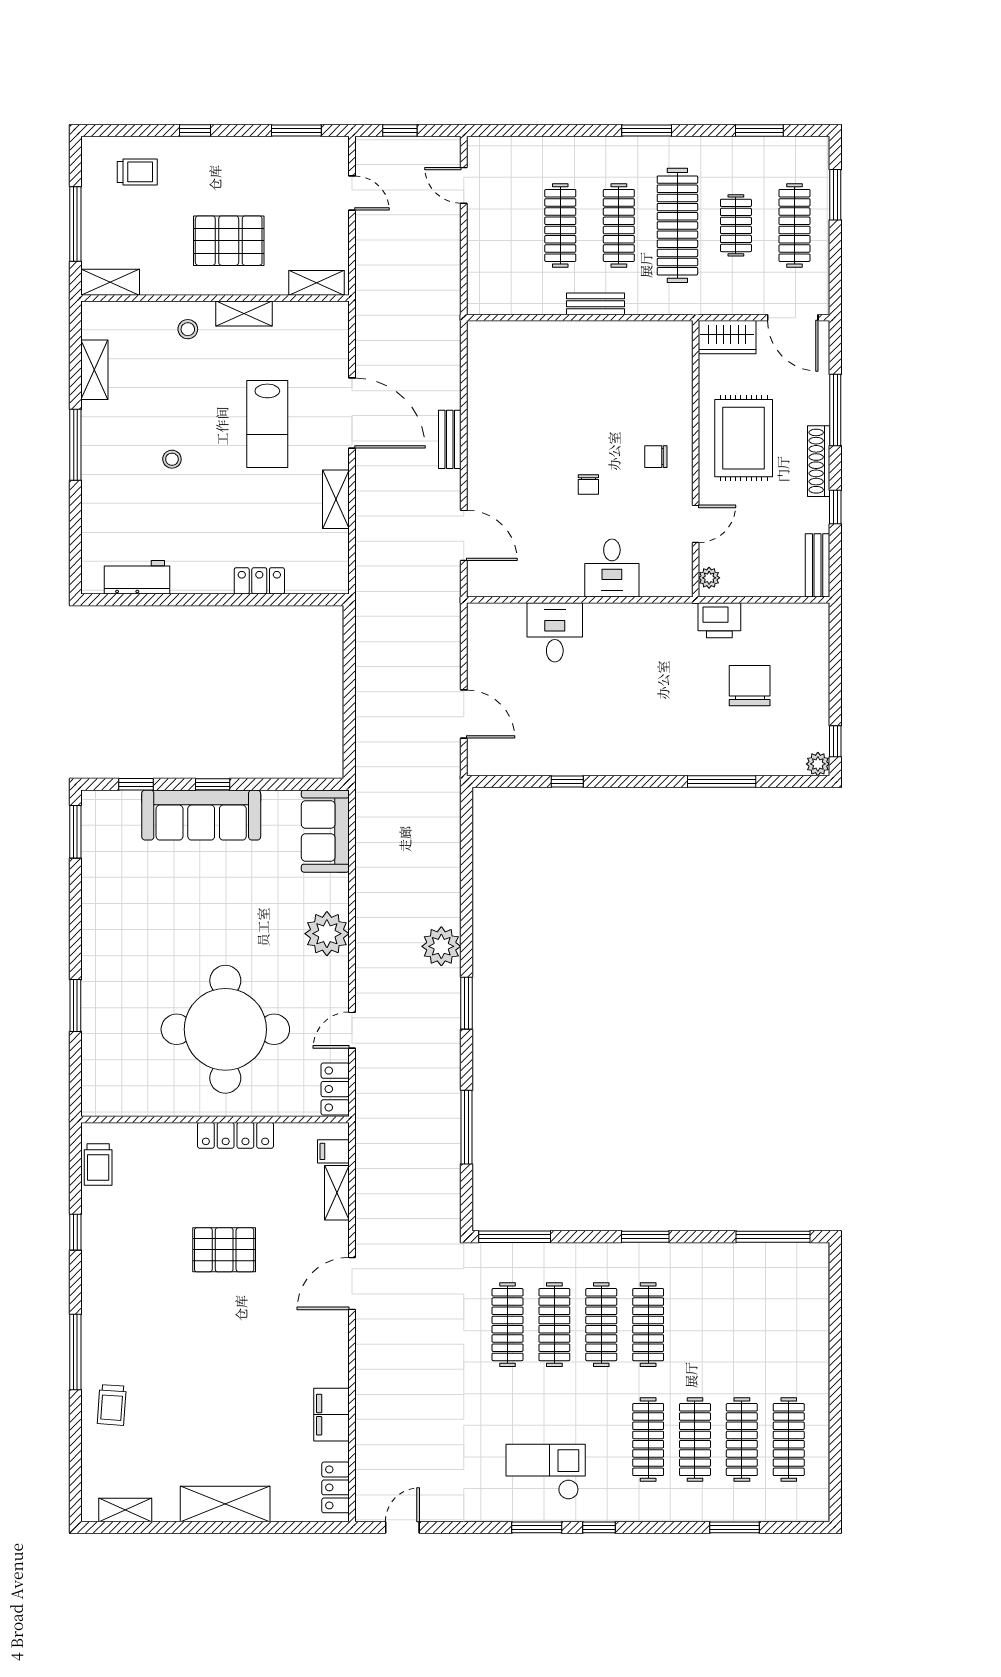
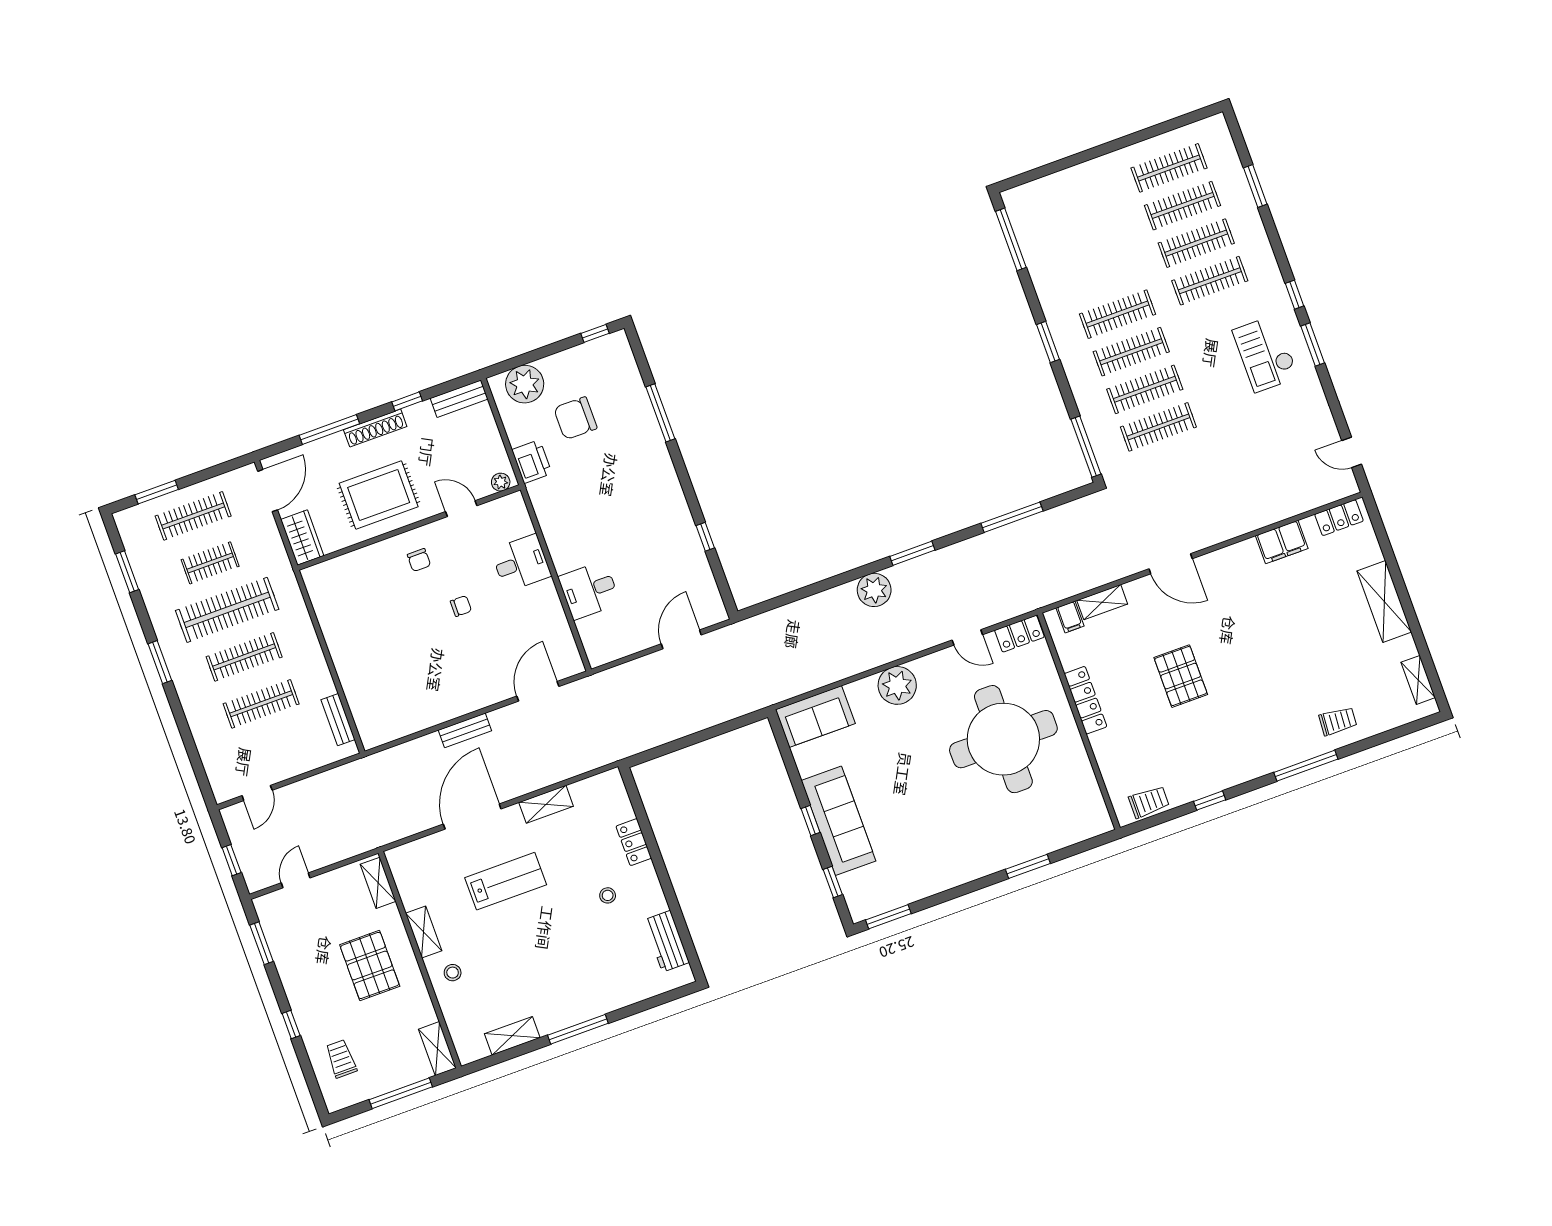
bench: (596, 304) -> (338, 720), moved
stool: (172, 459) -> (608, 895), moved
plant: (818, 764) -> (525, 384), moved, width x1.87, depth x1.87

